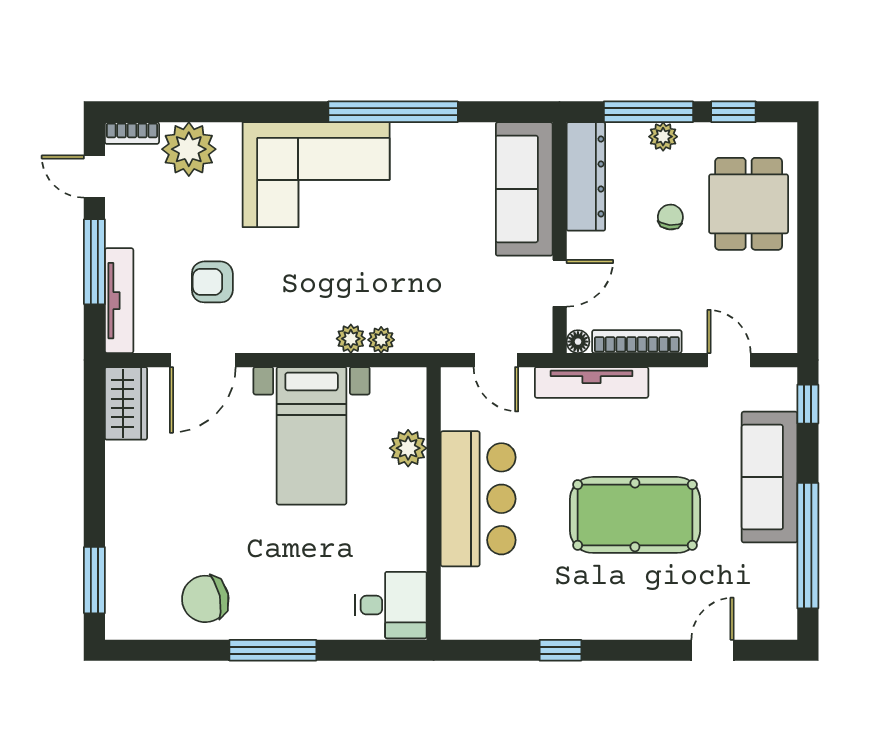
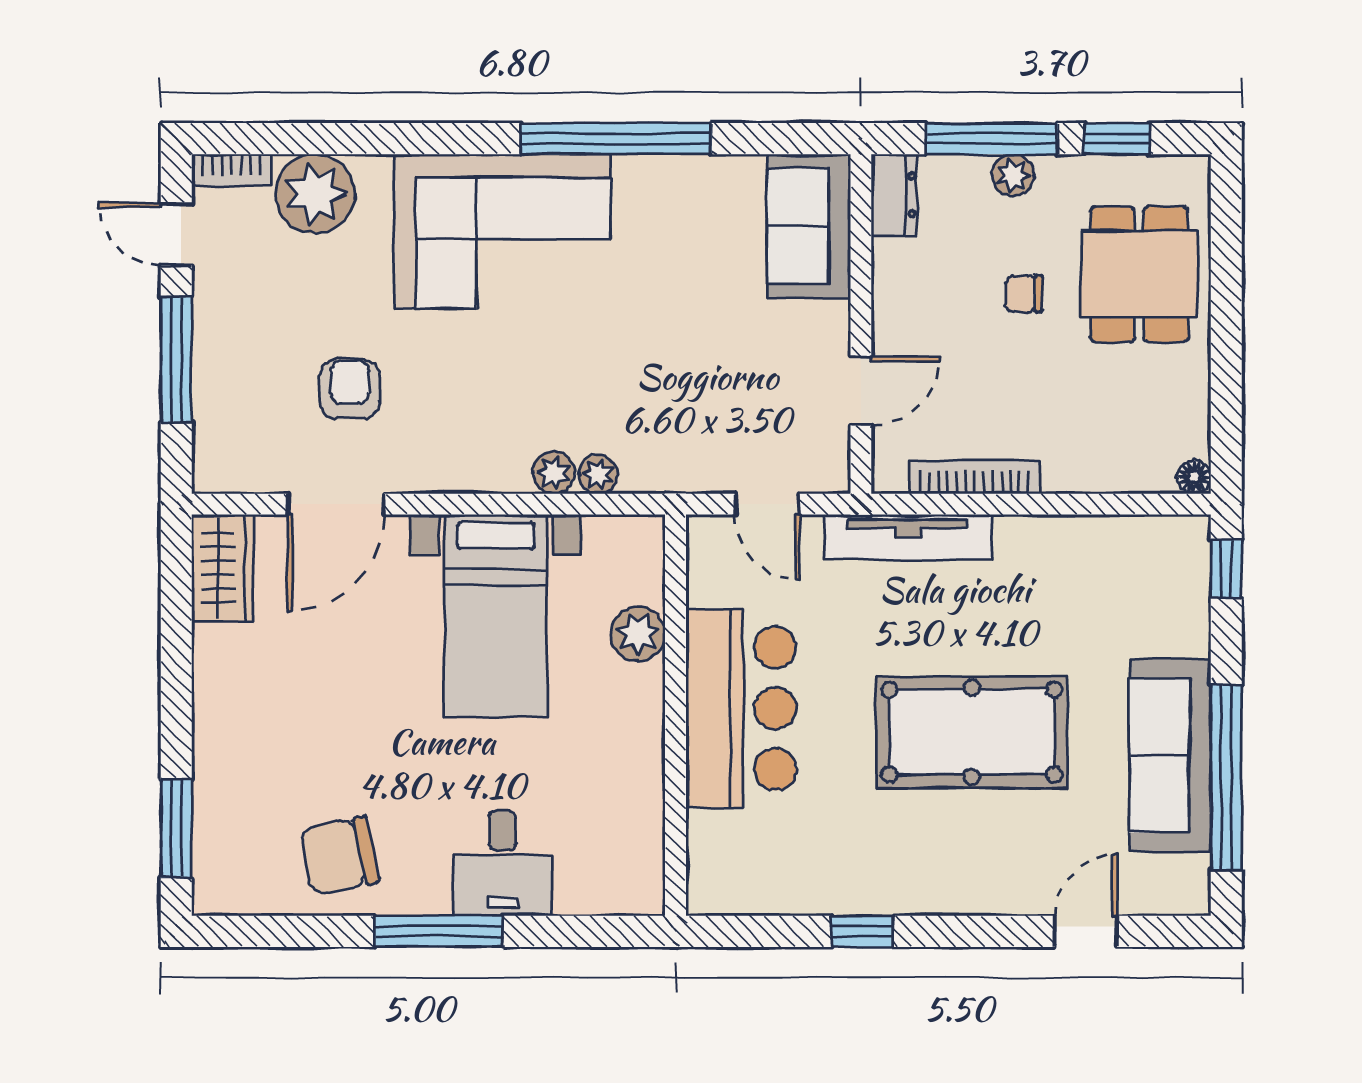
dresser: (586, 176) -> (894, 195), width x0.51, depth x0.80
sofa: (524, 189) -> (809, 226), width x0.73
chair: (670, 217) -> (1024, 294), turned -96
armchair: (212, 282) -> (350, 389), turned 90
tv unit: (119, 301) -> (213, 417), removed
floor lamp: (578, 342) -> (1194, 477), moved
door: (729, 360) -> (1110, 504), removed
sofa: (770, 477) -> (1170, 755), moved
desk: (391, 605) -> (503, 863), moved, turned 90

